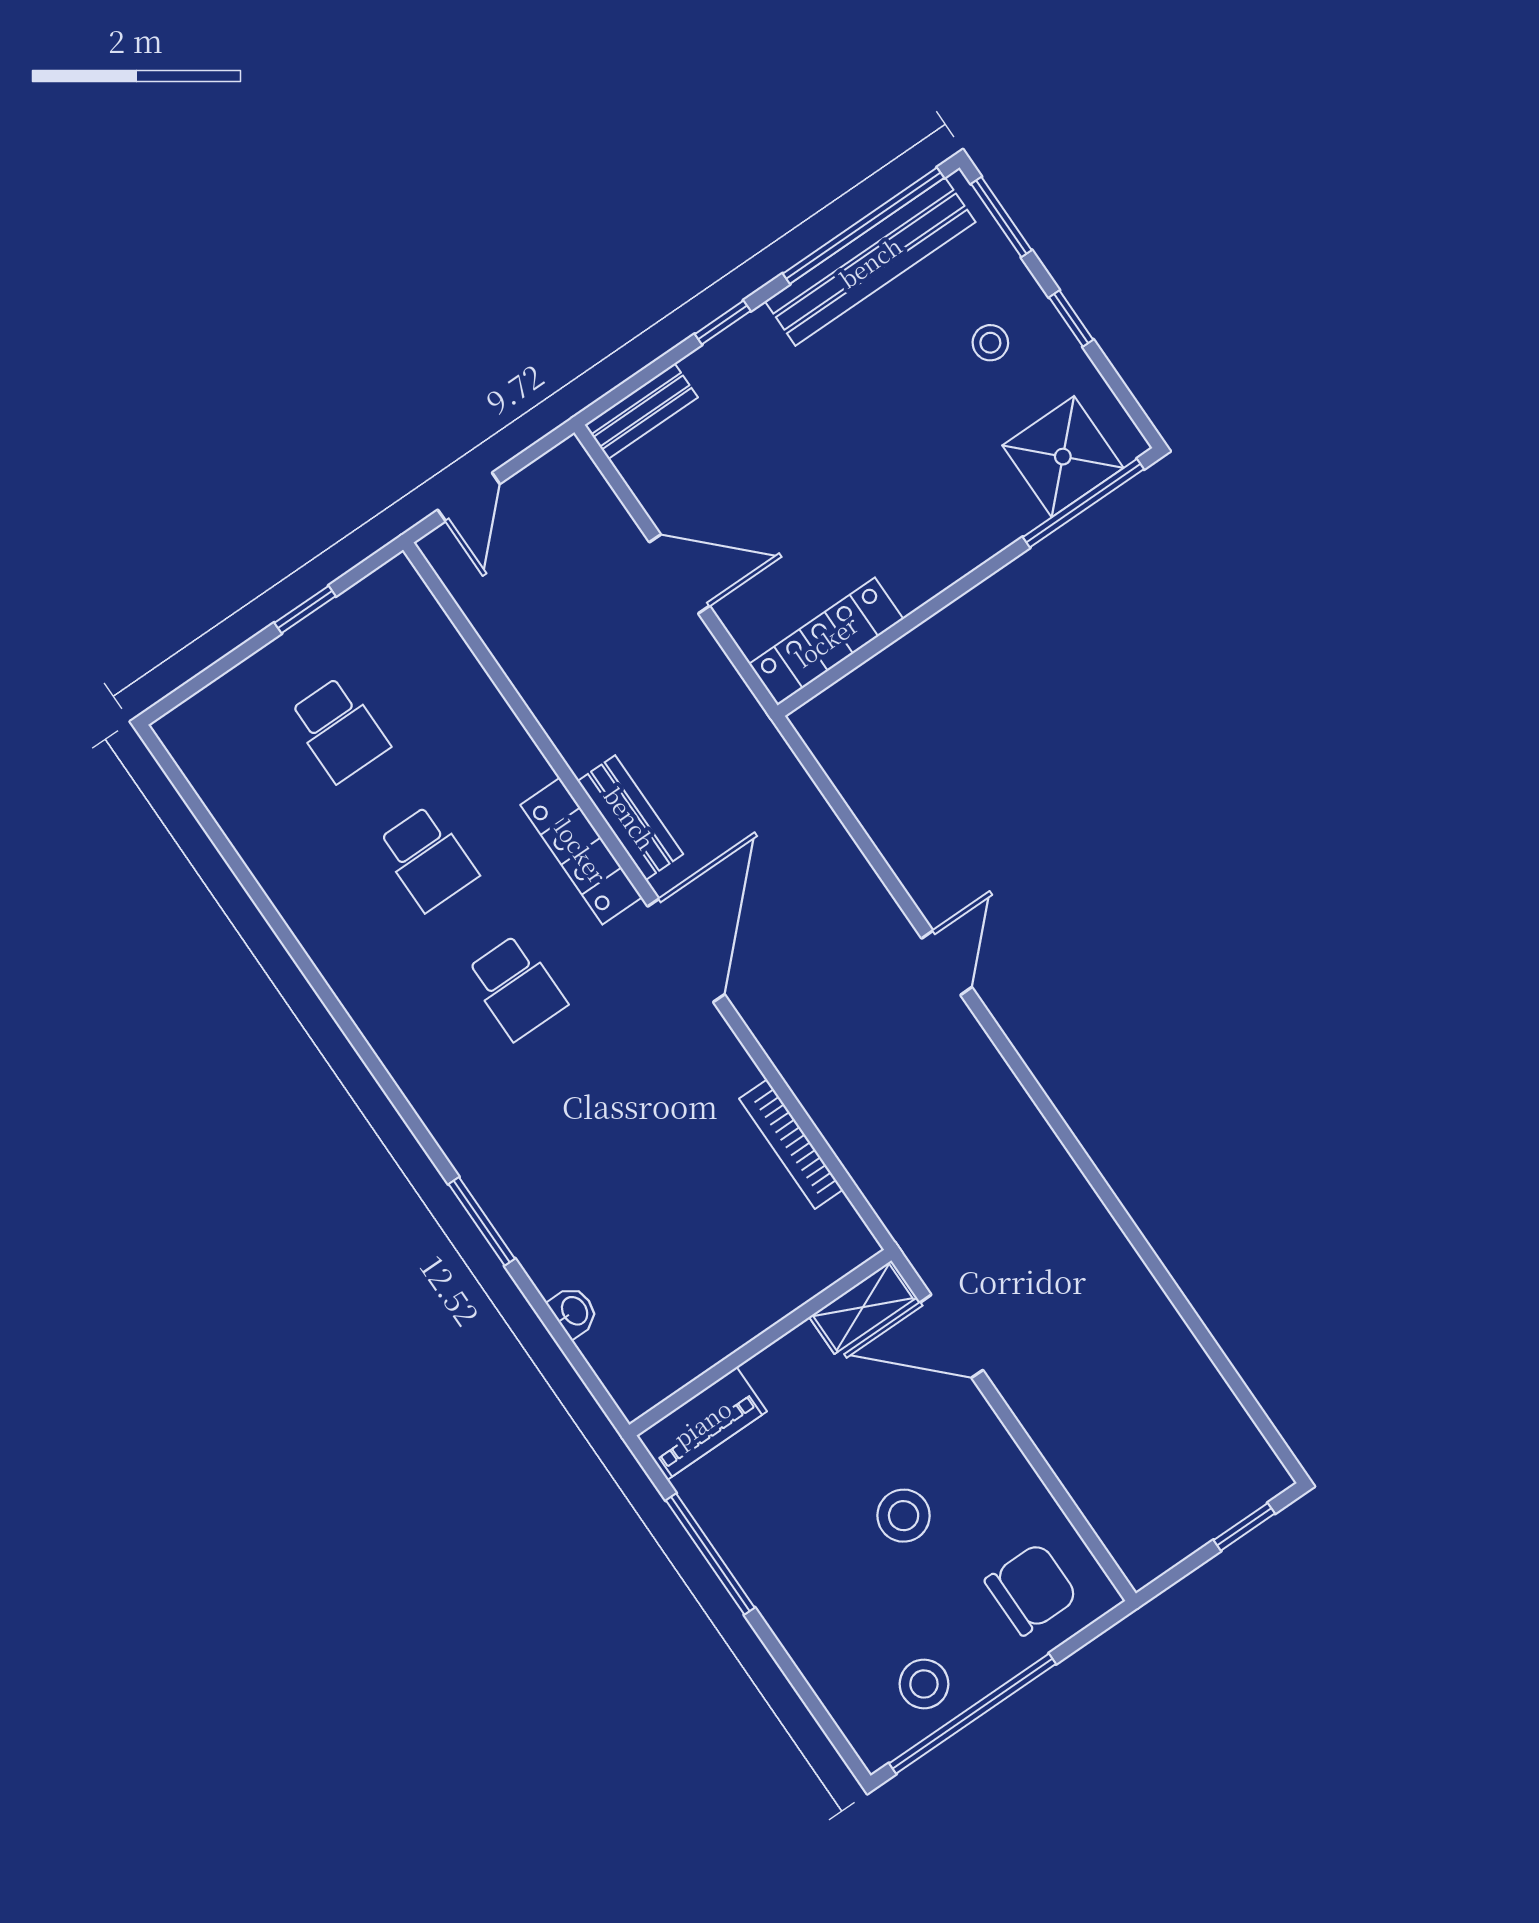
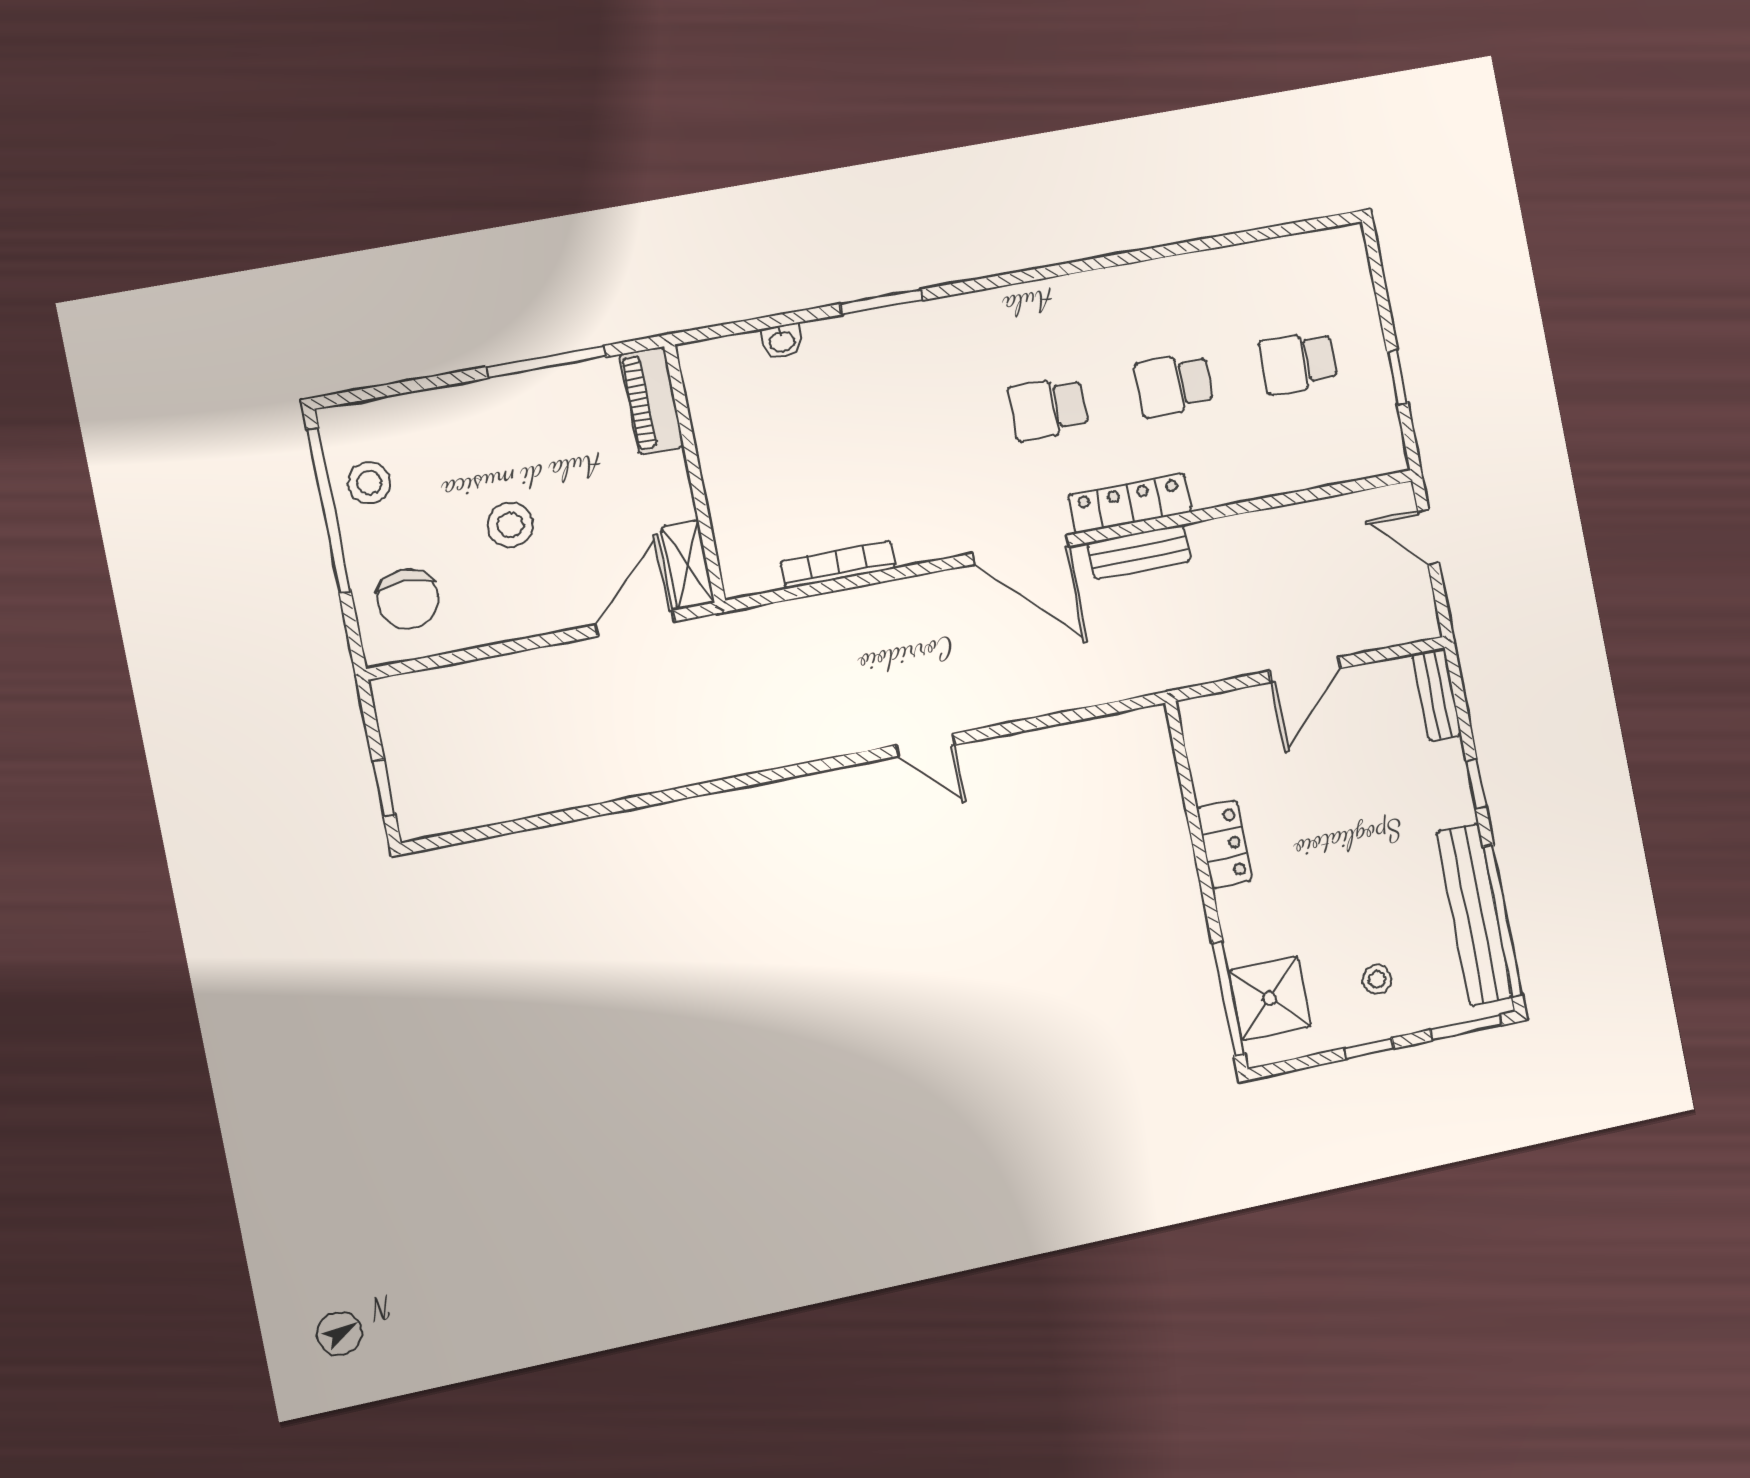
locker: (826, 641) -> (1224, 844), moved, width x0.66

